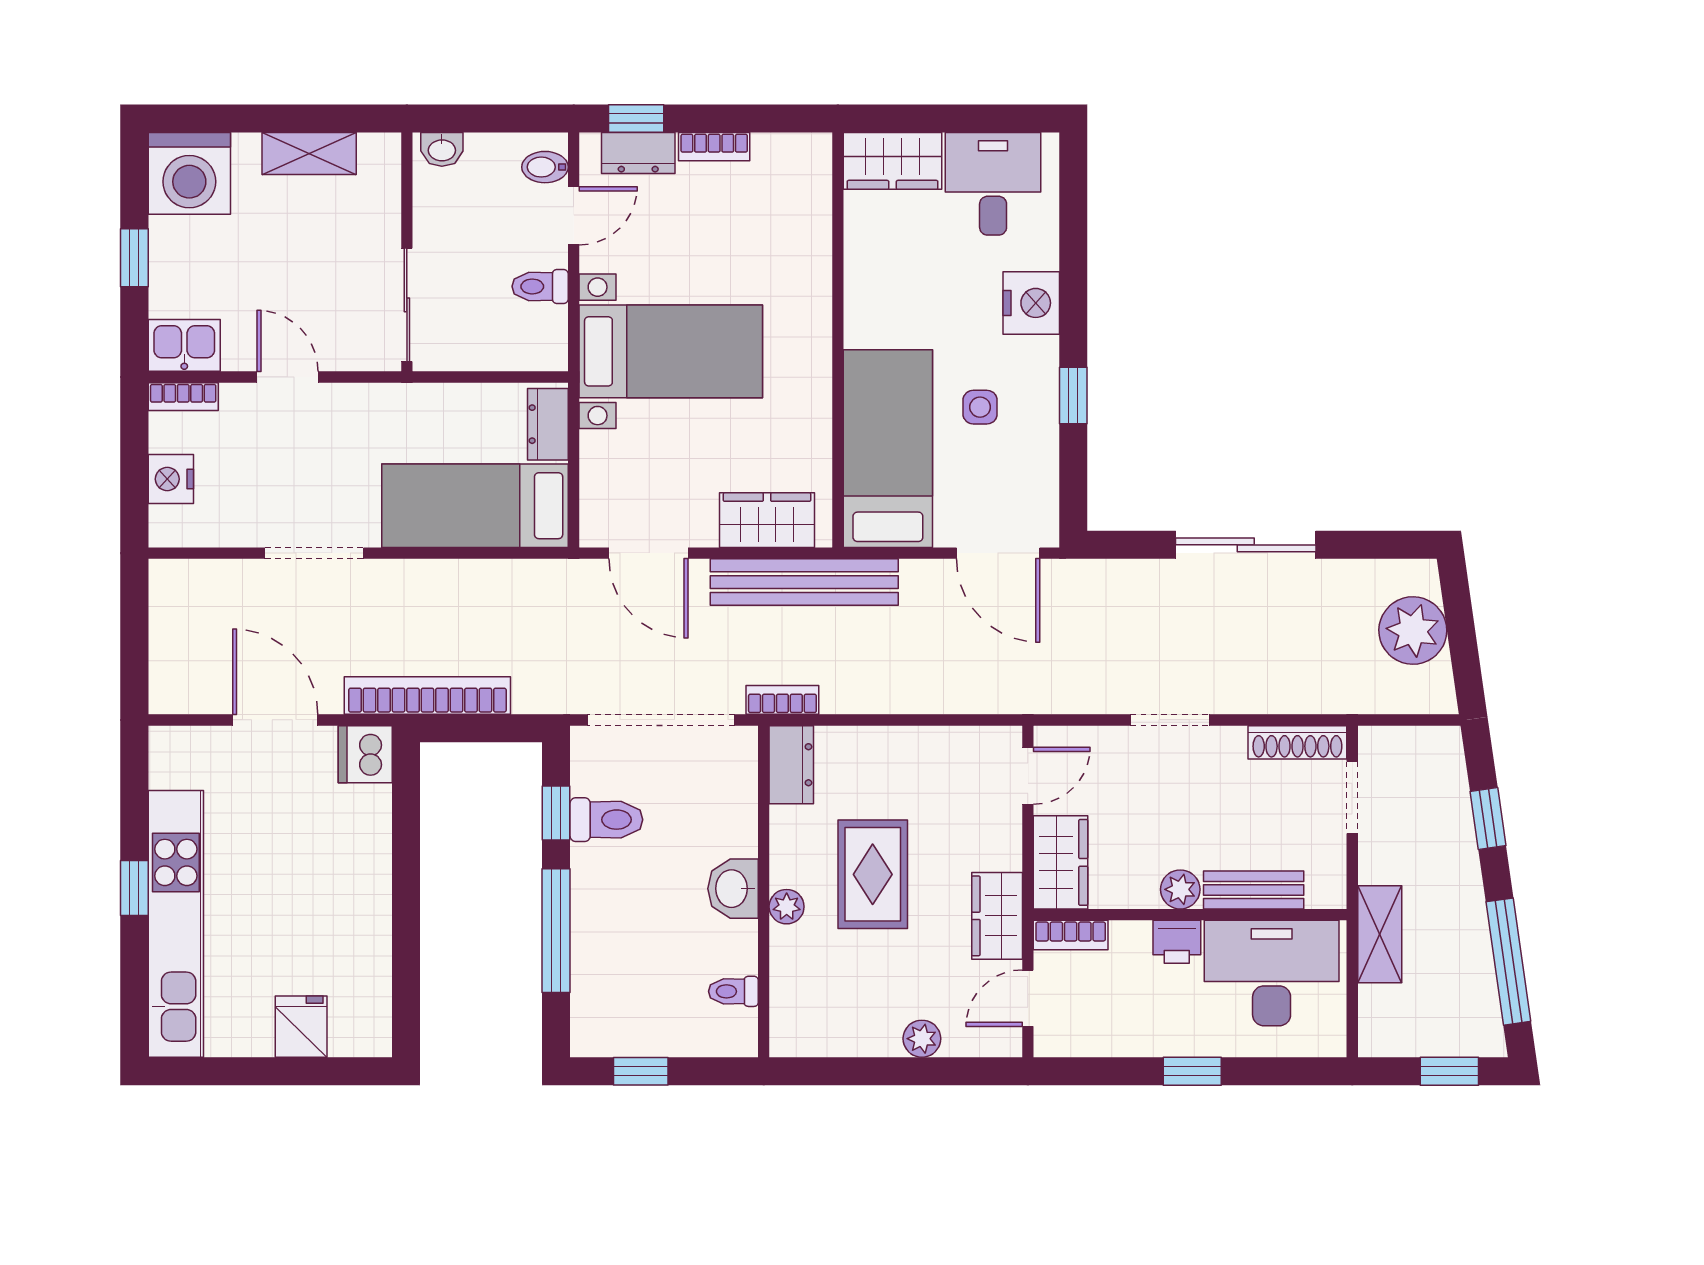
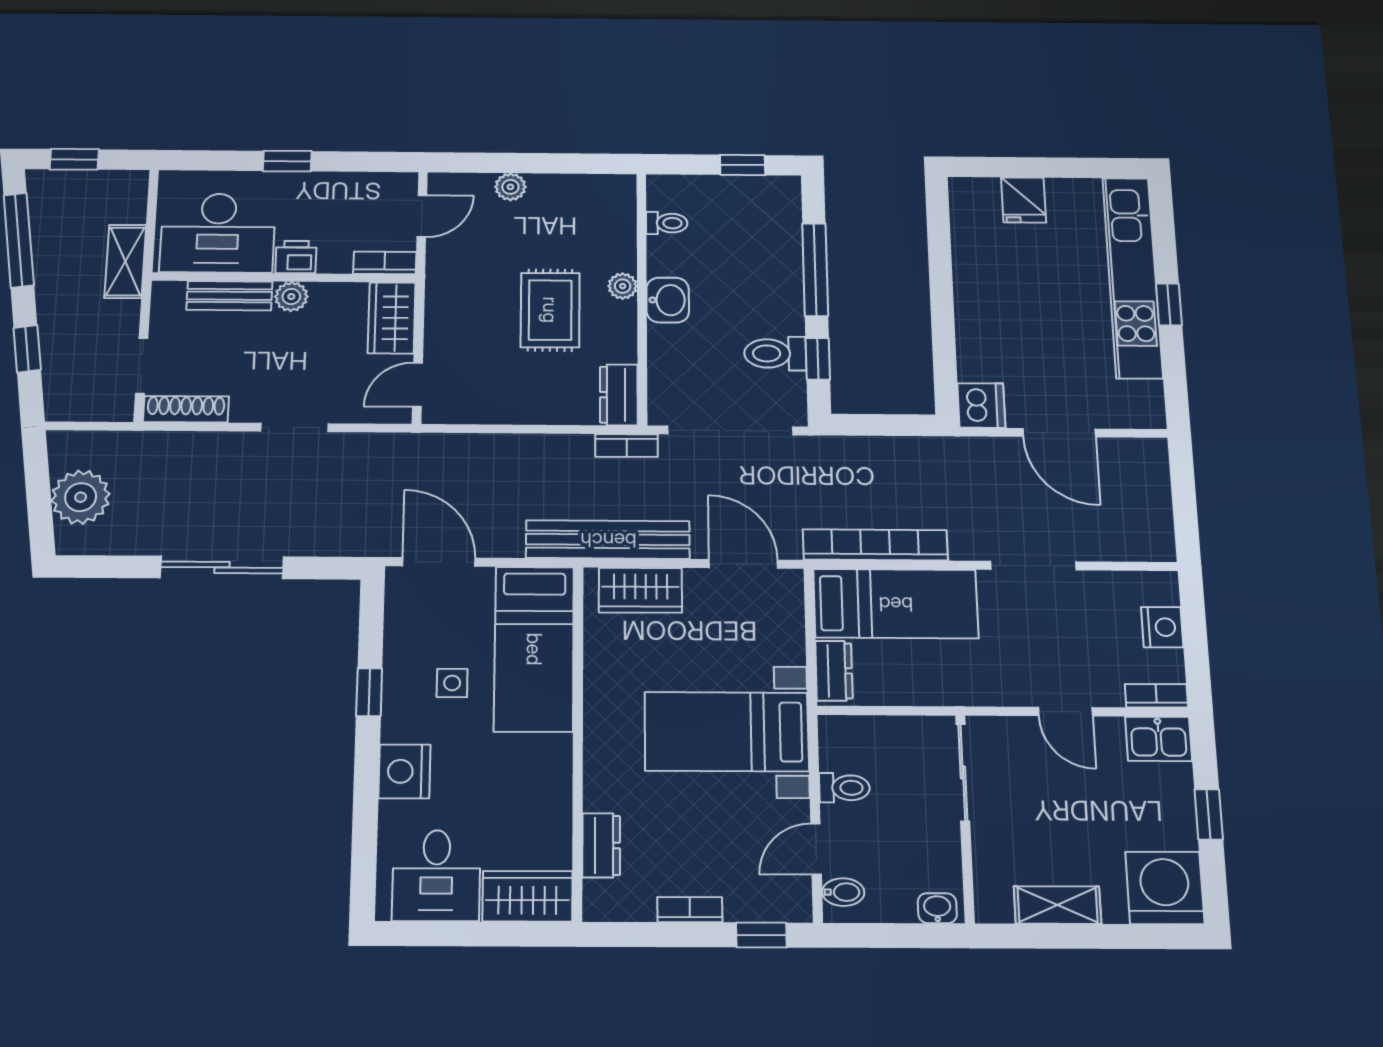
dresser: (638, 153) -> (601, 845), moved, turned 90
bookcase: (427, 696) -> (875, 545), moved, turned 180
wardrobe: (997, 916) -> (446, 278), removed

